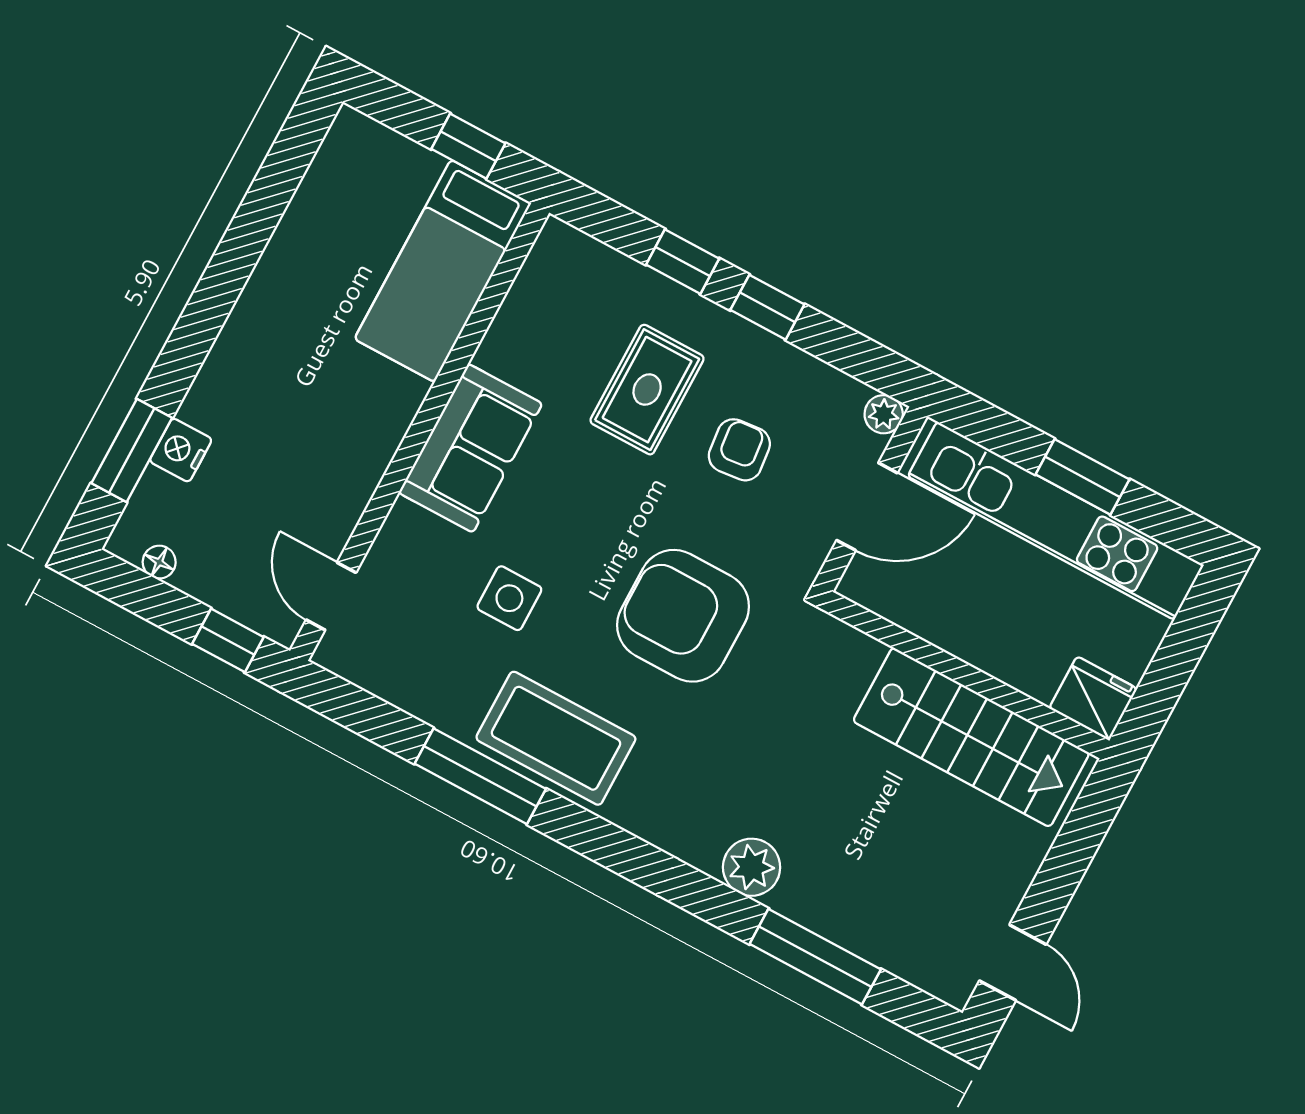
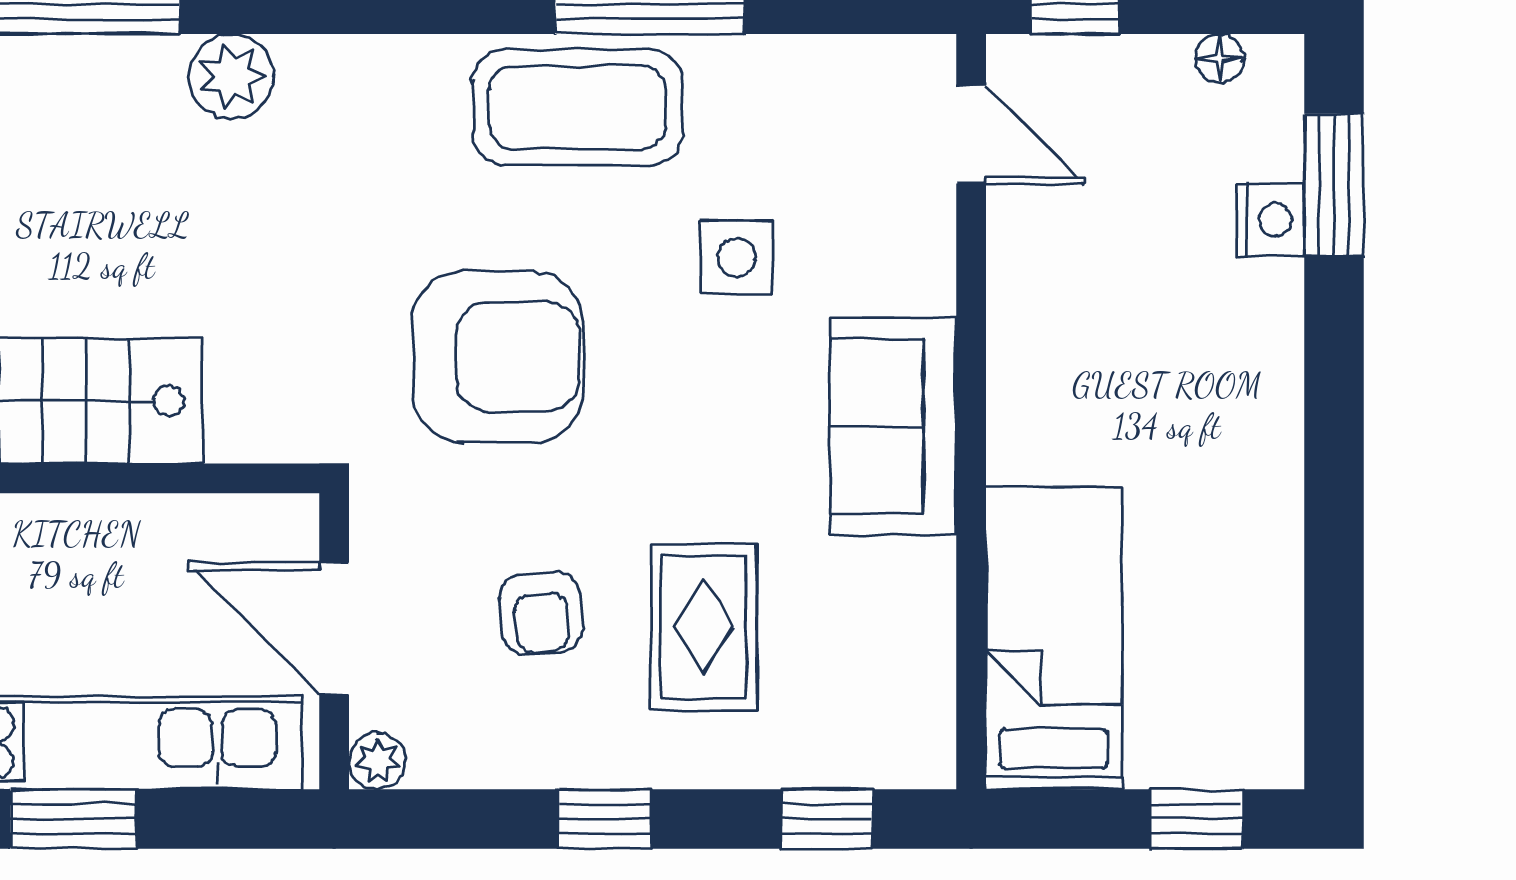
window: (468, 146) -> (1196, 819), moved
window: (683, 262) -> (827, 819), moved
door: (867, 507) -> (334, 629), hinge flipped

